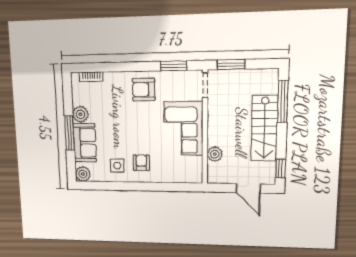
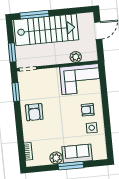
corner sofa: (183, 128) -> (80, 79), moved
stairs: (264, 128) -> (46, 30), width x1.36, depth x1.51
window: (281, 168) -> (81, 10), removed
plant: (83, 174) -> (101, 154), removed

